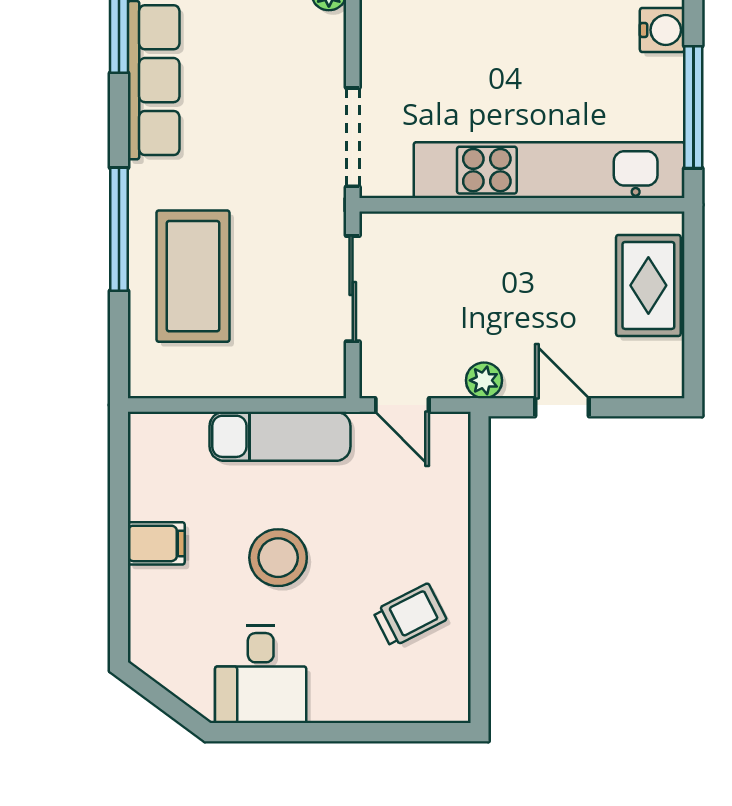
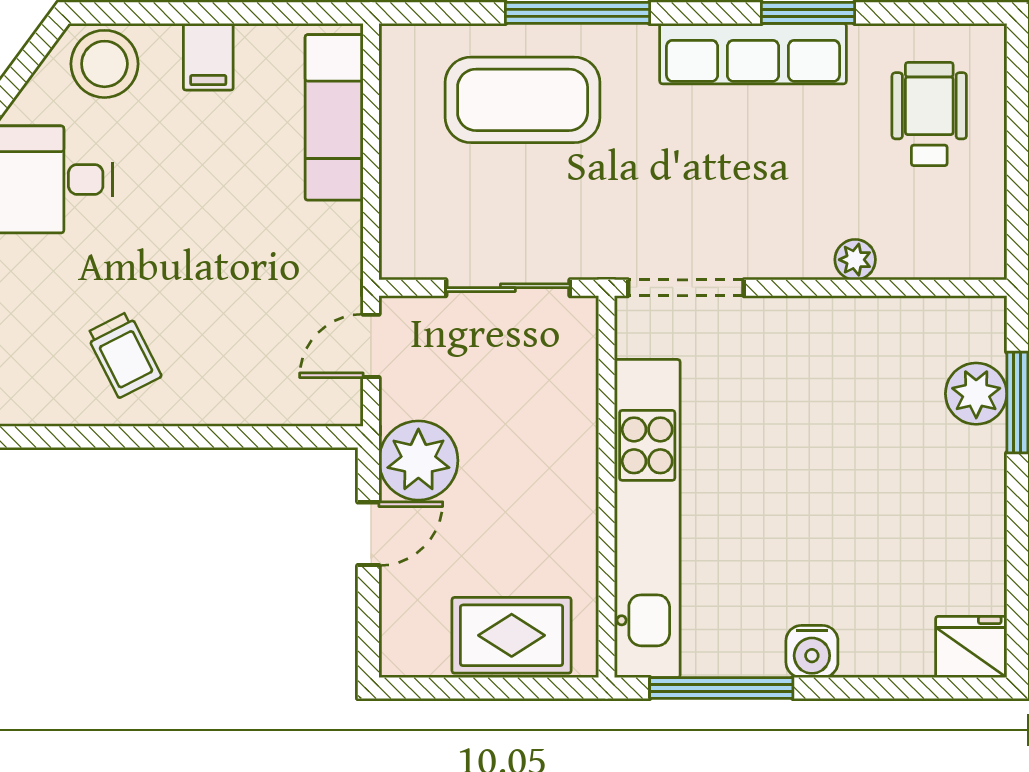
plant: (484, 380) -> (418, 460), width x1.87, depth x1.87
exam couch: (280, 436) -> (334, 117), moved
stool: (278, 558) -> (104, 64), moved

